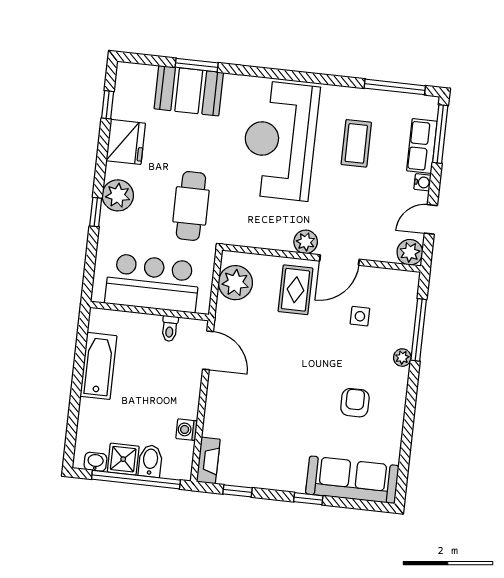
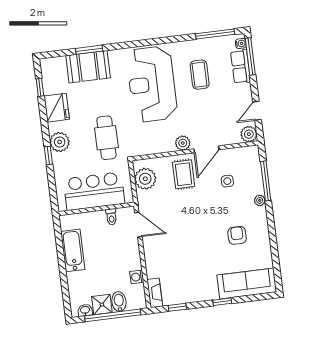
water cooler: (423, 182) -> (241, 44), moved

